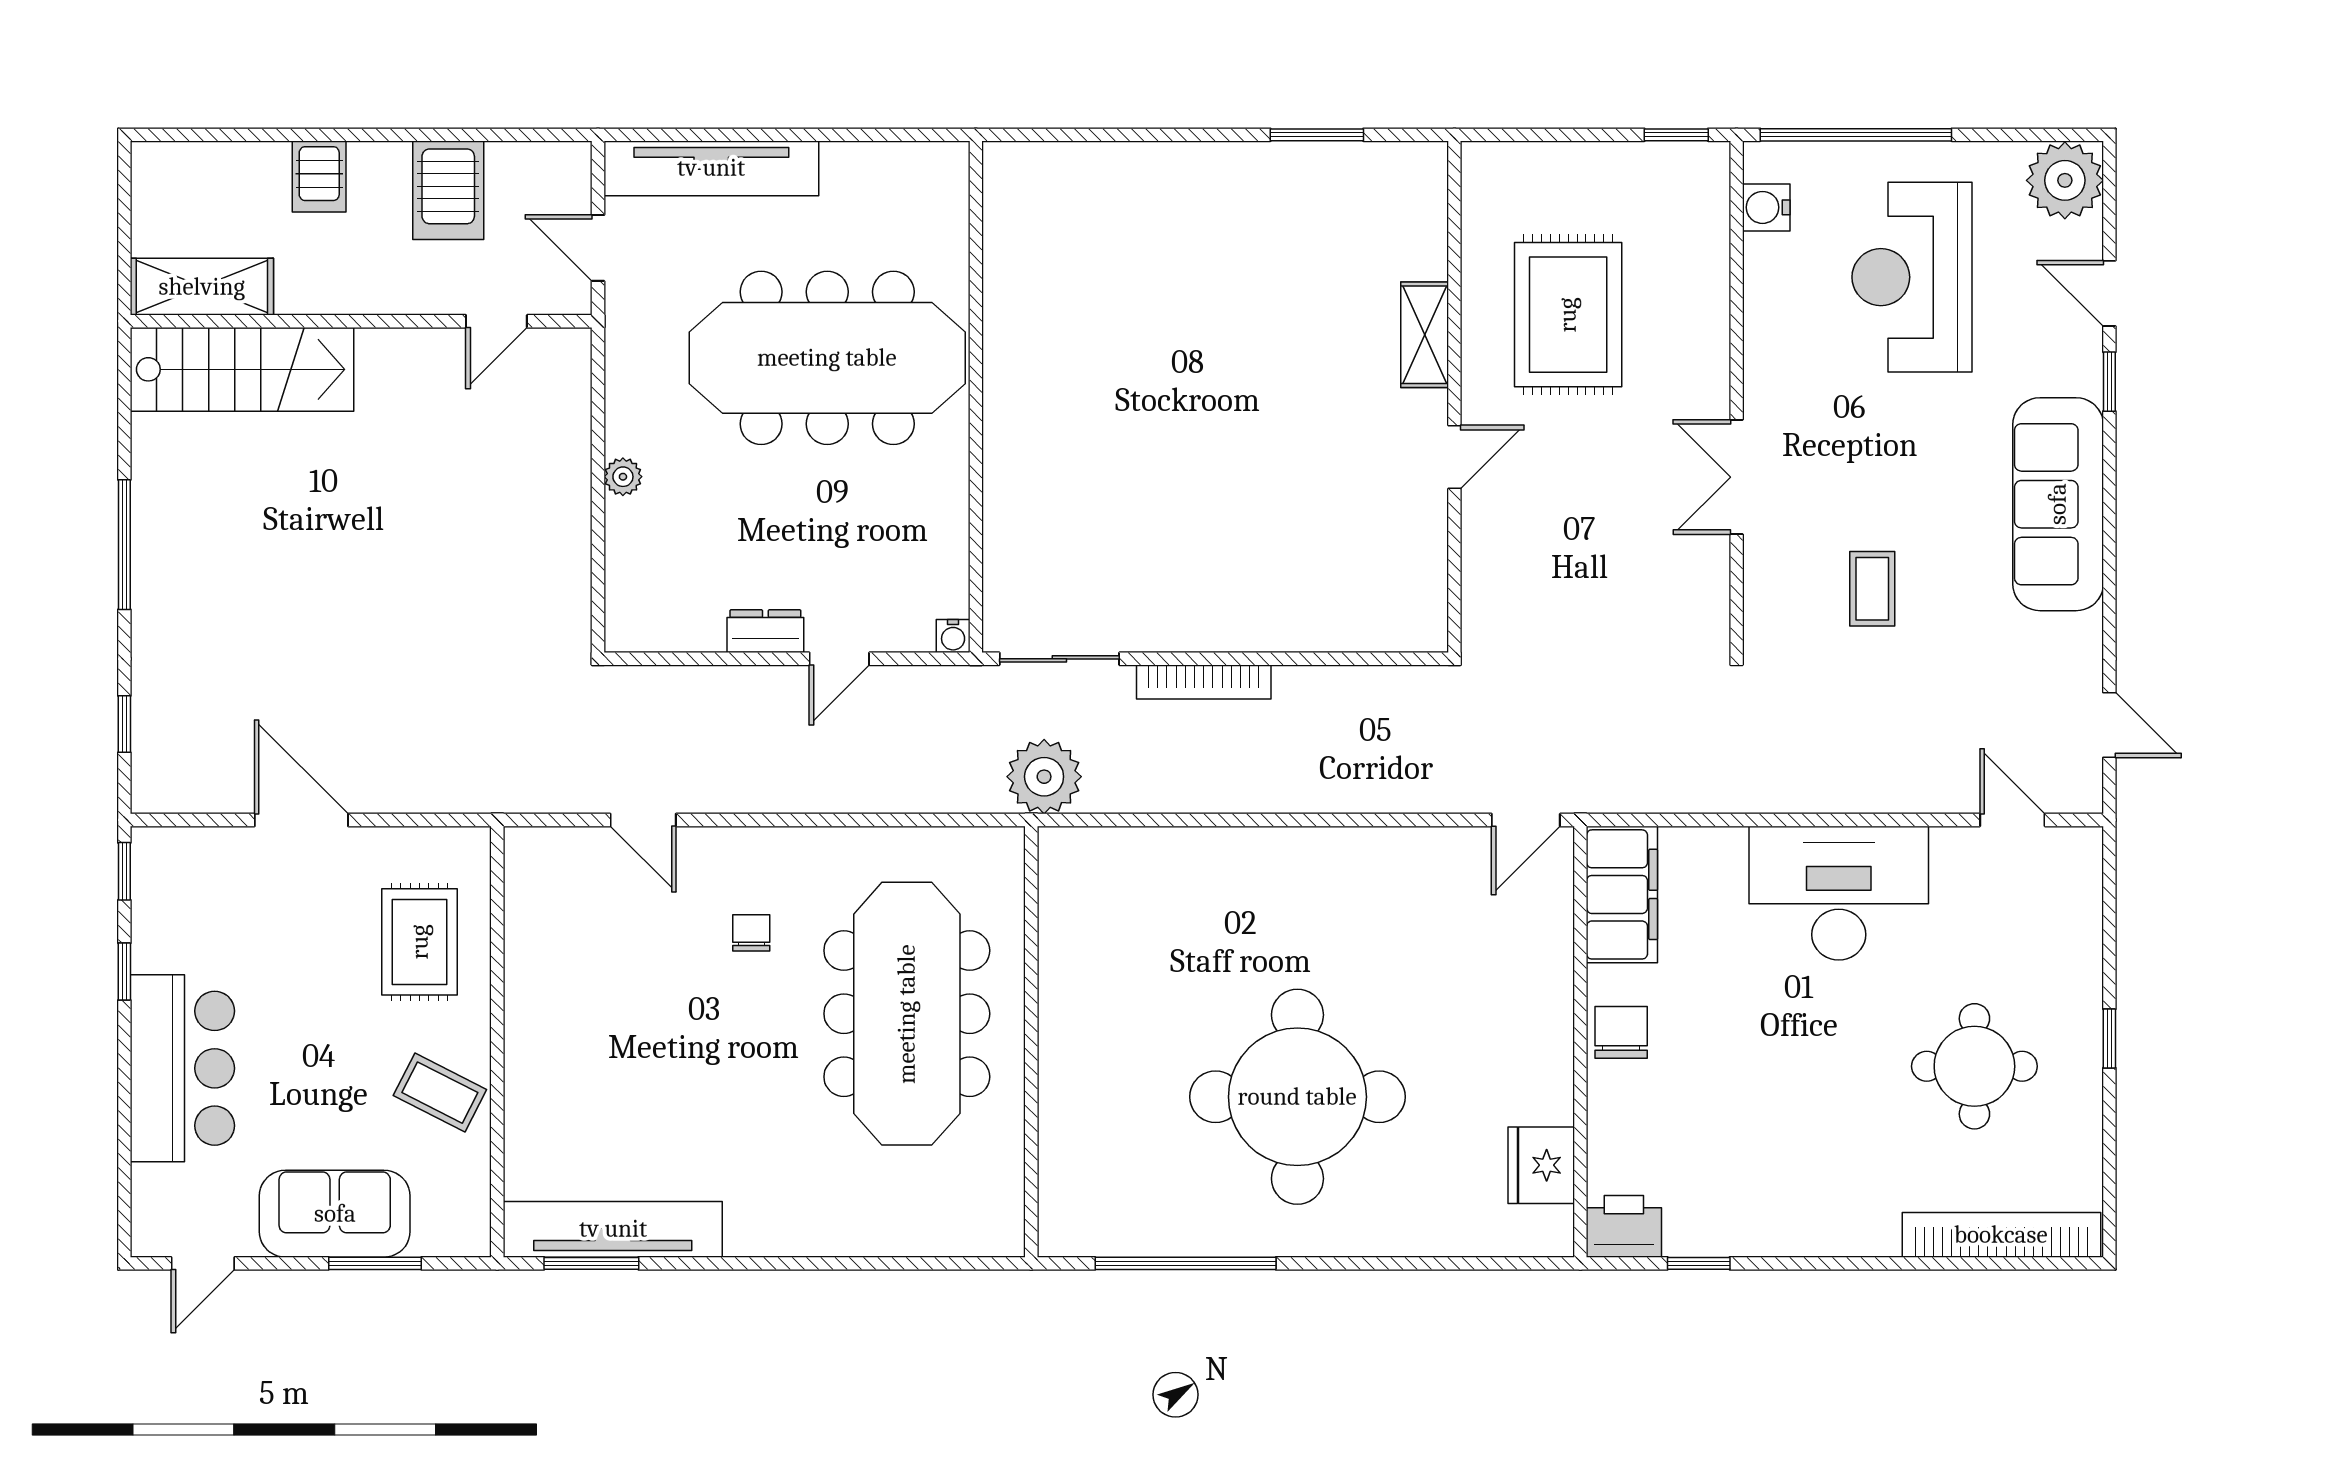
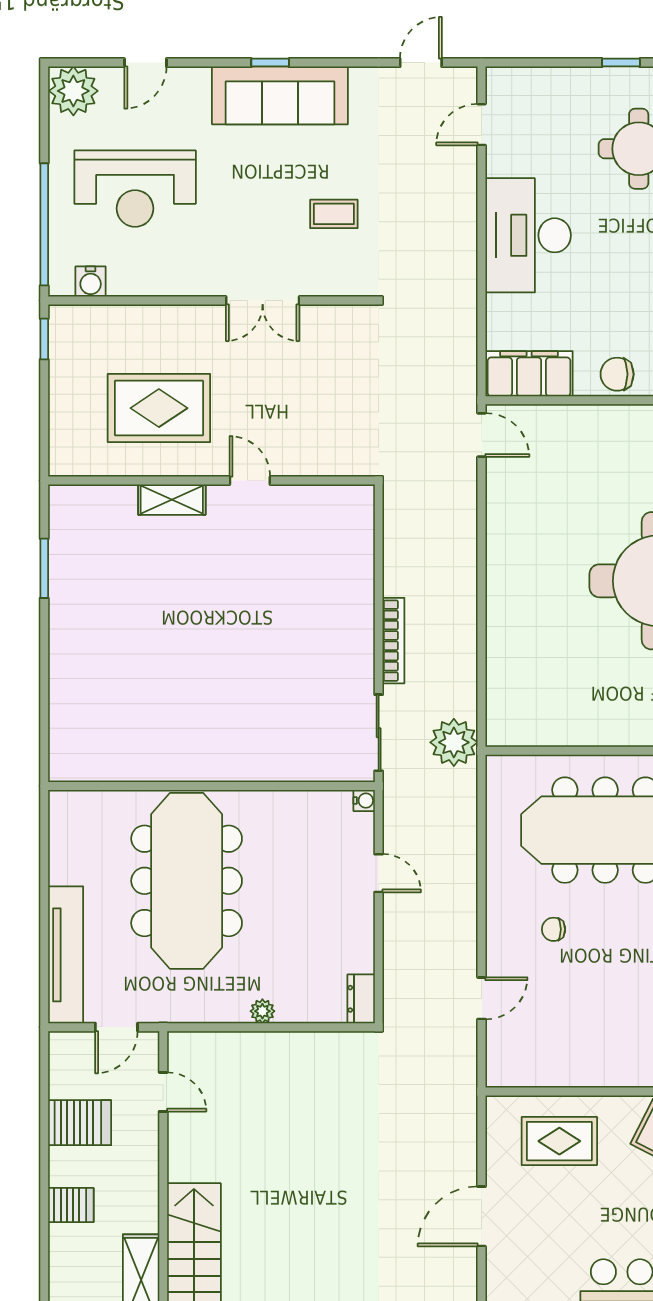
window: (2109, 382) -> (270, 63), moved
dresser: (765, 631) -> (361, 999), moved

